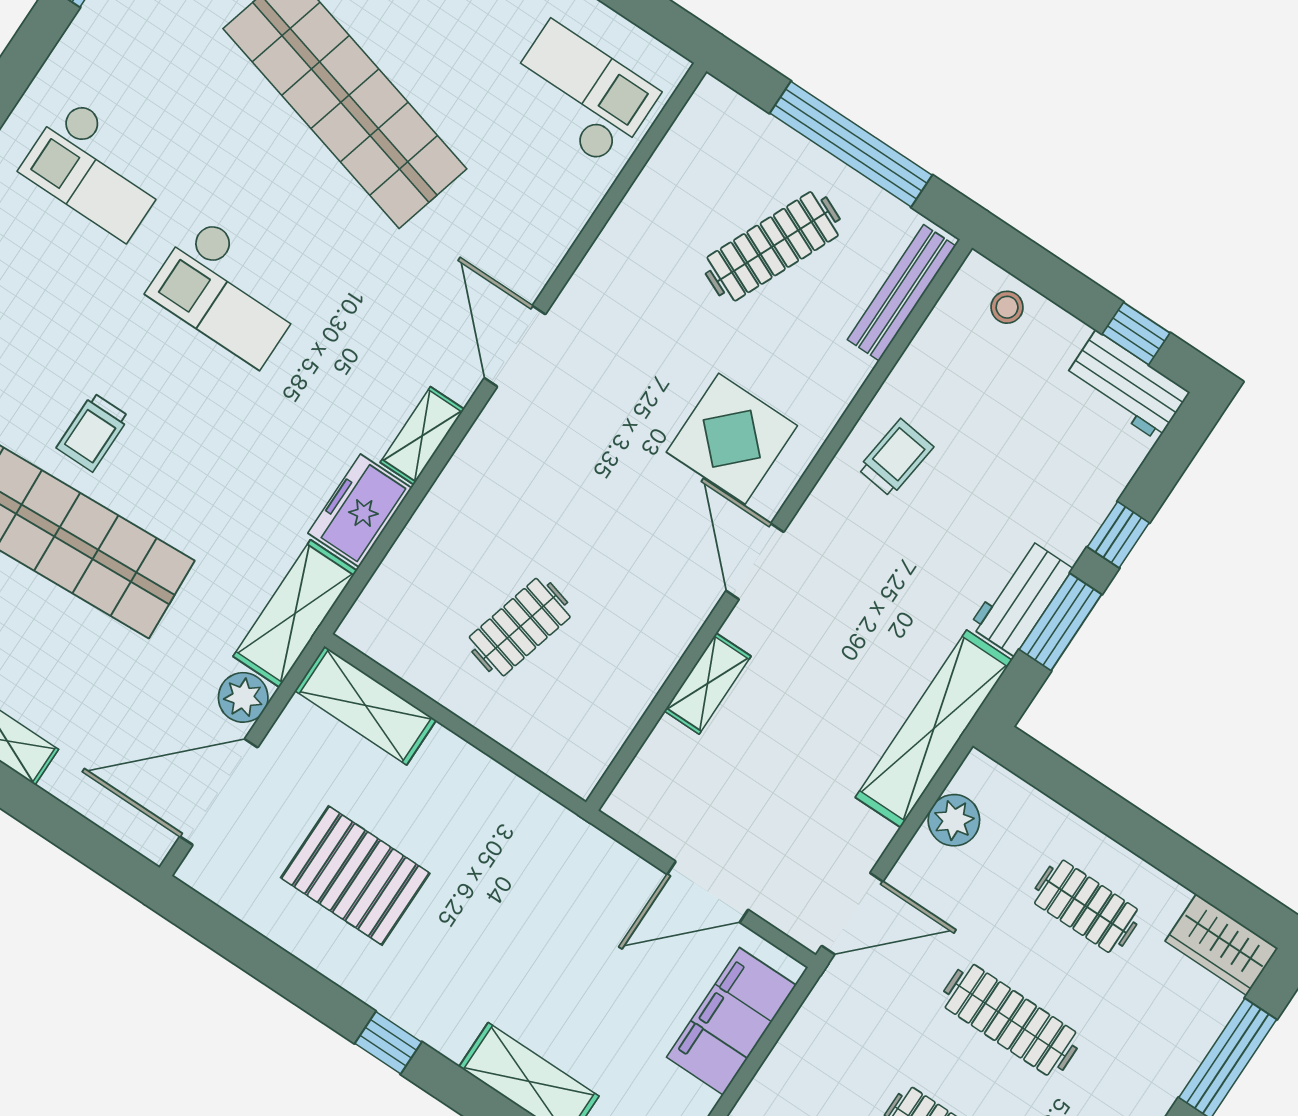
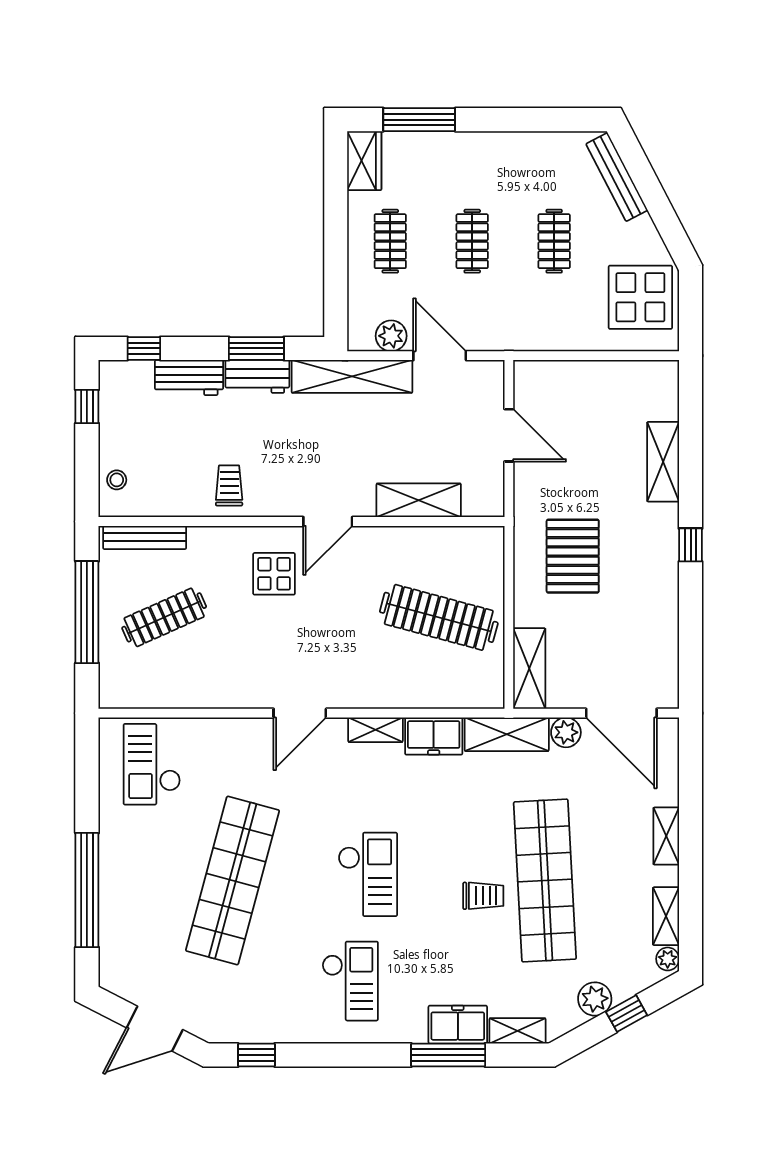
clothes rail: (773, 246) -> (164, 617), turned -48
workbench: (1127, 385) -> (189, 377), moved, turned 90
display table: (732, 439) -> (274, 574), width x0.73, depth x0.73
trolley: (896, 458) -> (229, 486), turned 83
window: (1118, 535) -> (144, 348), moved
clothes rail: (520, 627) -> (439, 617), width x1.86, depth x1.31
shelving: (708, 684) -> (419, 500), width x1.50, depth x1.33
pallet: (355, 875) -> (573, 556), moved
door: (852, 914) -> (440, 356), moved
clothes rail: (1010, 1020) -> (472, 241), width x0.73
filing cabinet: (731, 1021) -> (566, 380), removed

